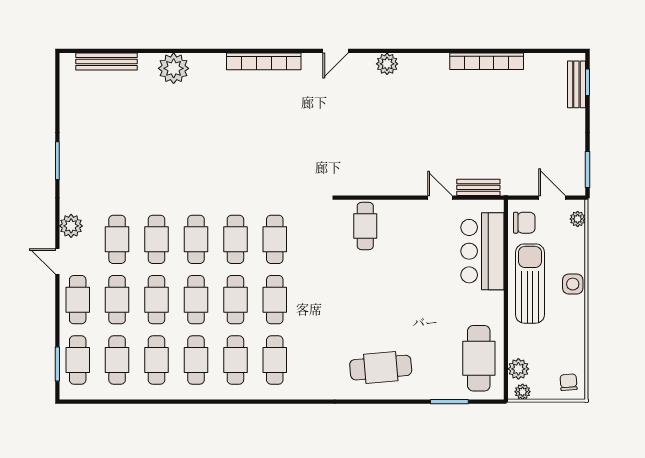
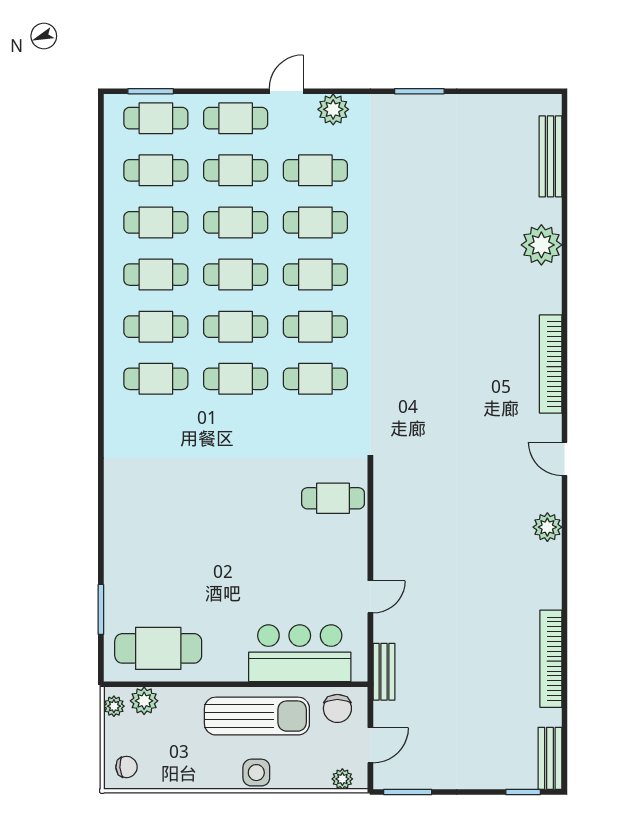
bench: (576, 84) -> (550, 758), moved, turned 90
bench: (478, 187) -> (384, 672), moved
cafe table: (381, 368) -> (146, 519), removed

